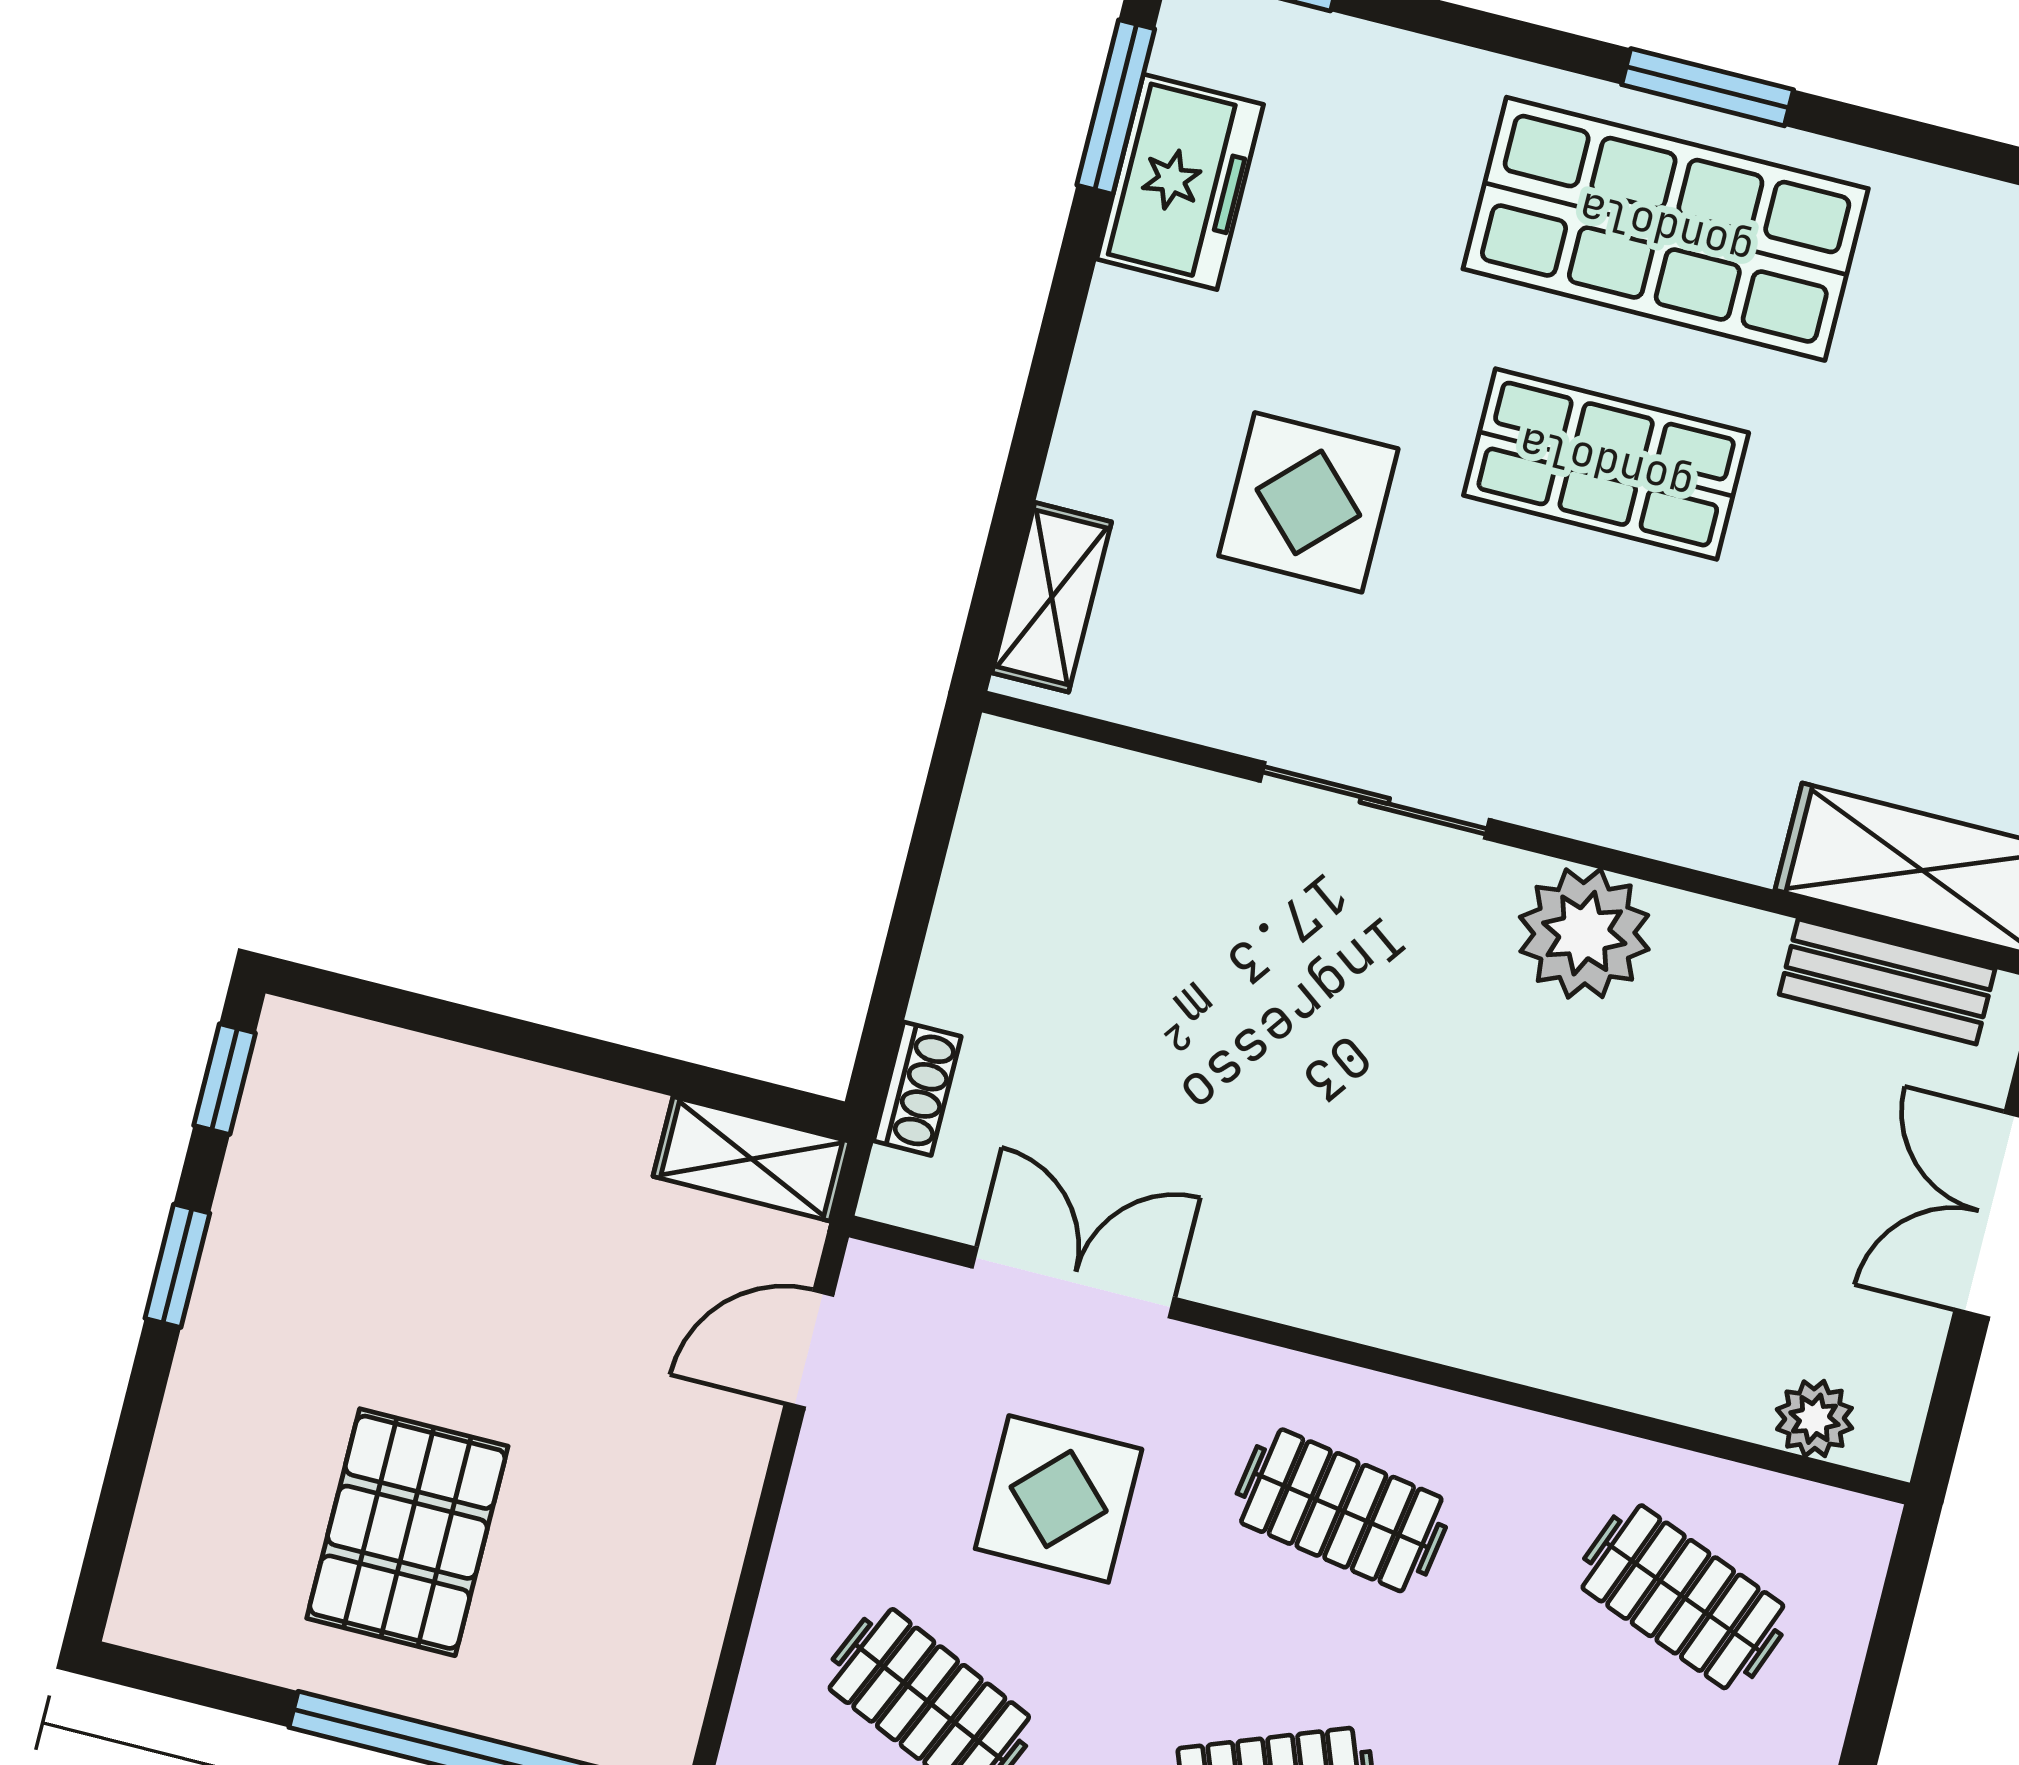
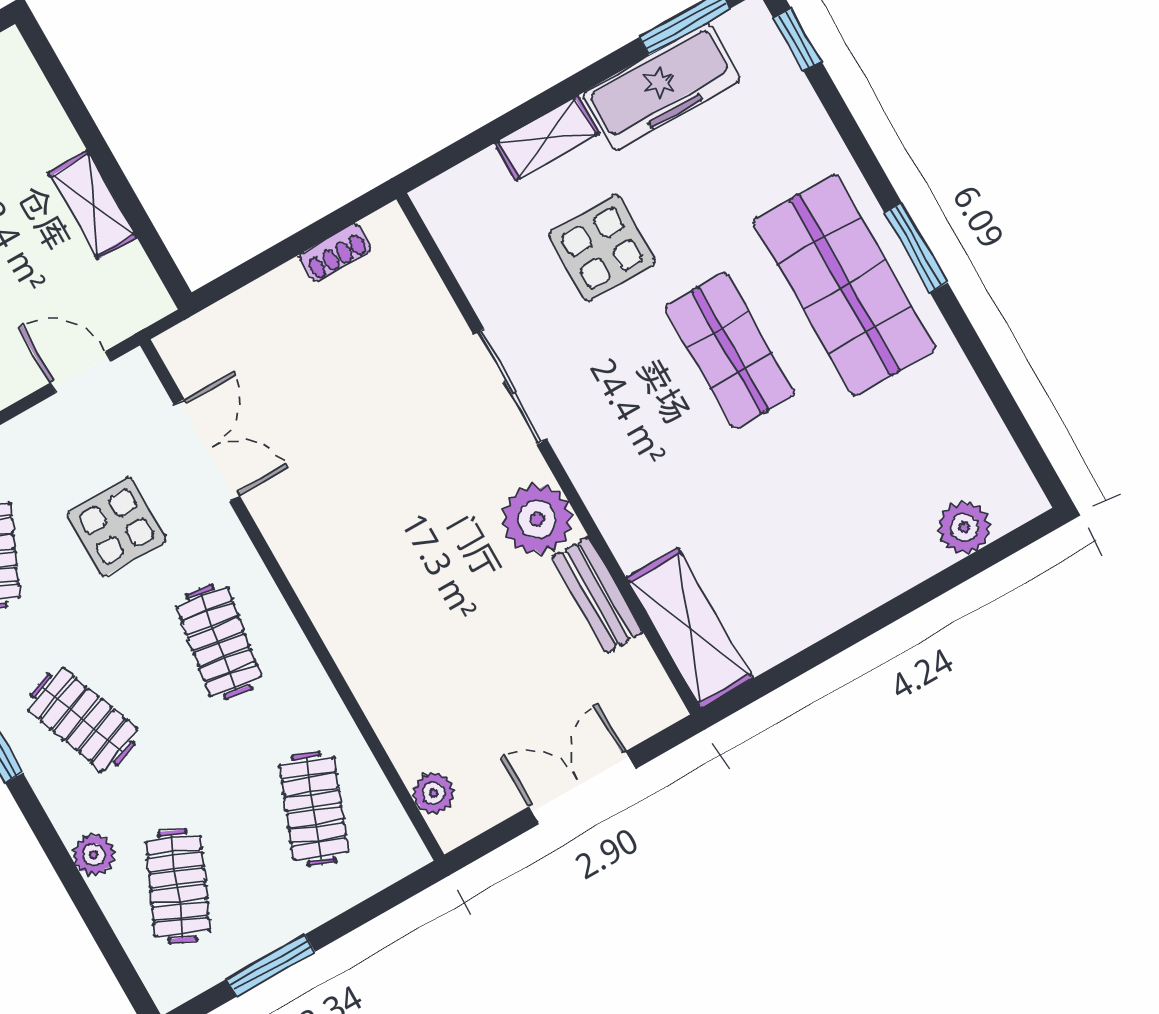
freezer: (1180, 182) -> (661, 87), width x1.40
shelving: (1052, 597) -> (547, 138), moved
bench: (1887, 982) -> (598, 595), moved
shoe rack: (917, 1089) -> (335, 253), moved
shelving: (752, 1159) -> (92, 205), moved

